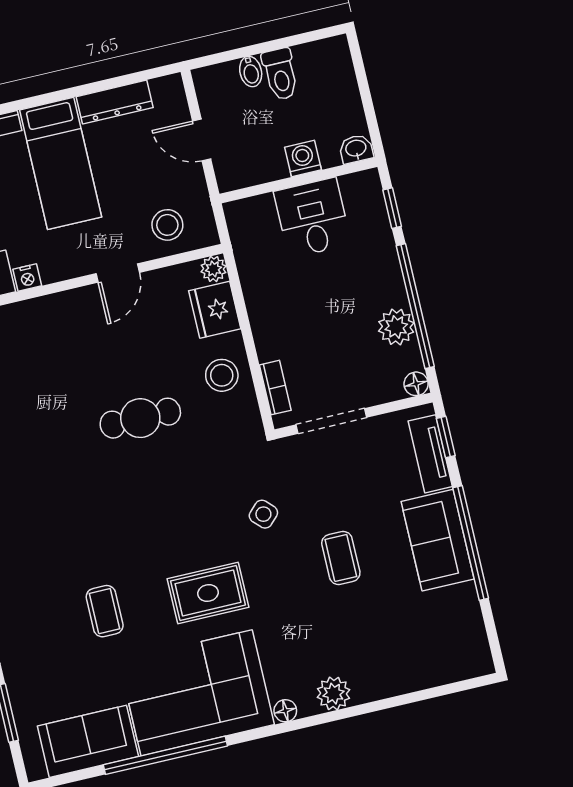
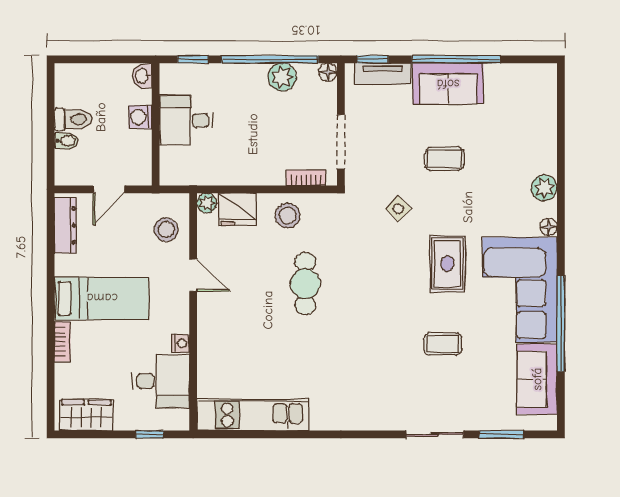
dresser: (115, 102) -> (65, 225), moved

